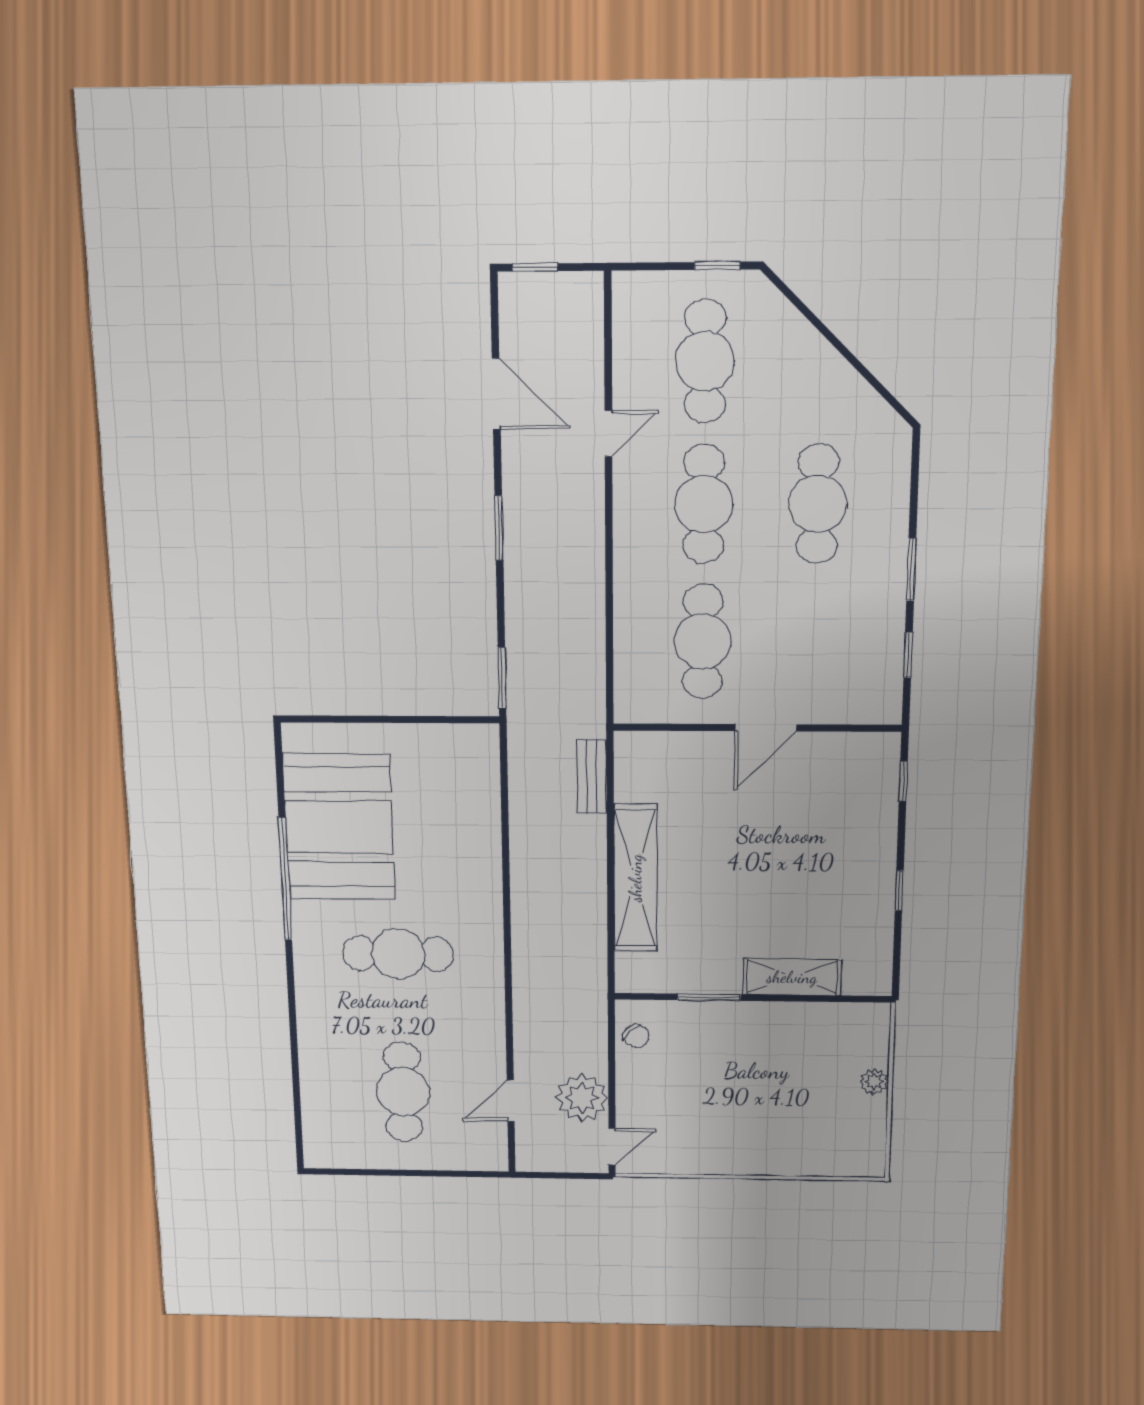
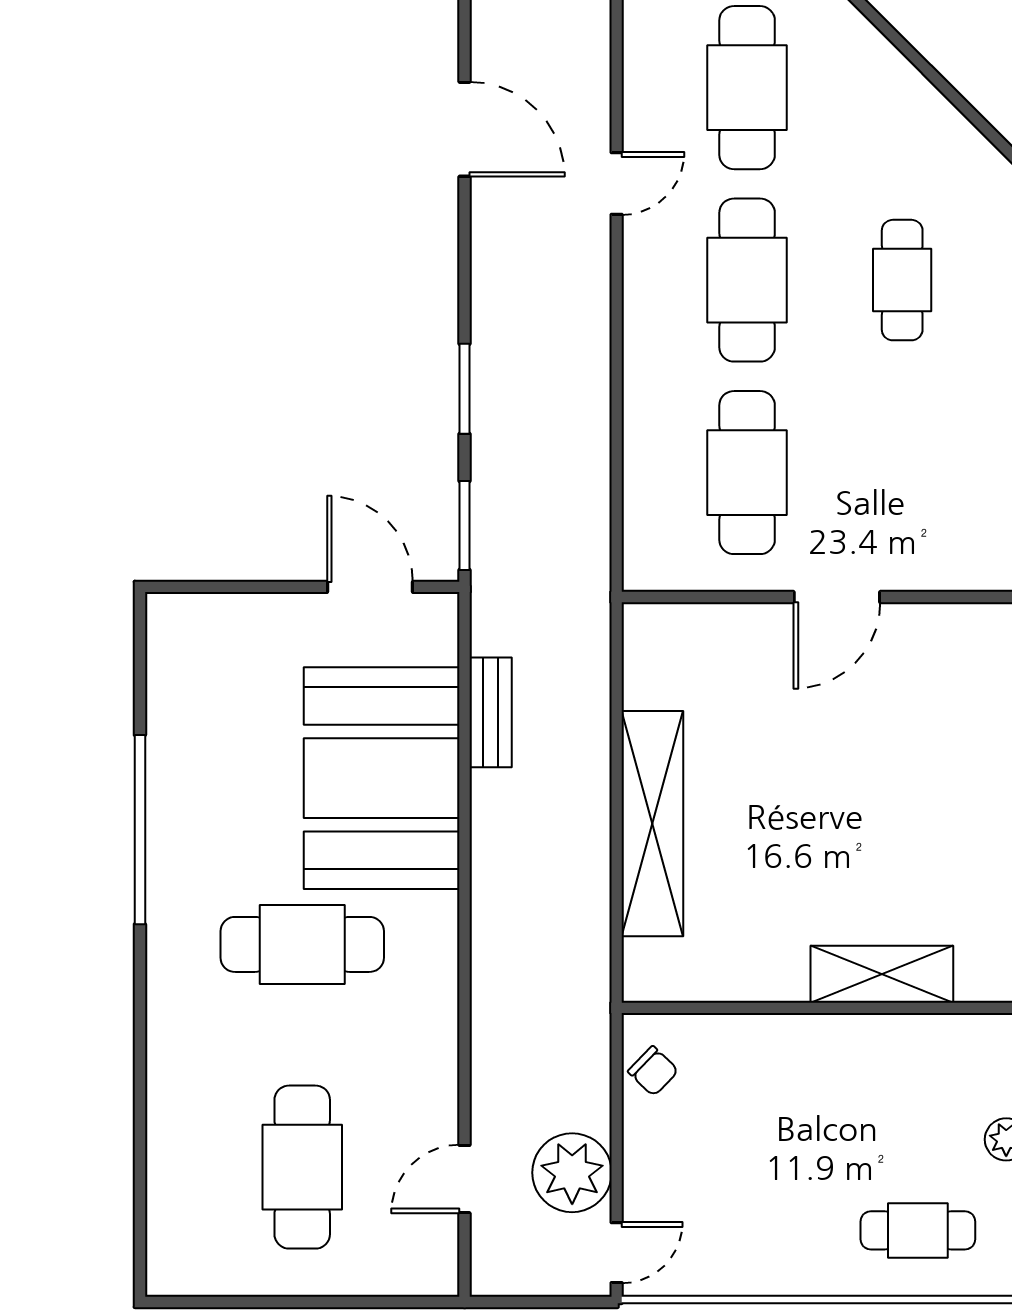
cafe table: (818, 504) -> (902, 280), width x0.73, depth x0.74
window: (499, 528) -> (465, 389), moved
door: (437, 720) -> (370, 587), added
bench: (592, 776) -> (491, 712), moved
booth: (339, 827) -> (382, 778), moved
window: (709, 997) -> (761, 1008), removed
cafe table: (813, 1136) -> (918, 1230), added

